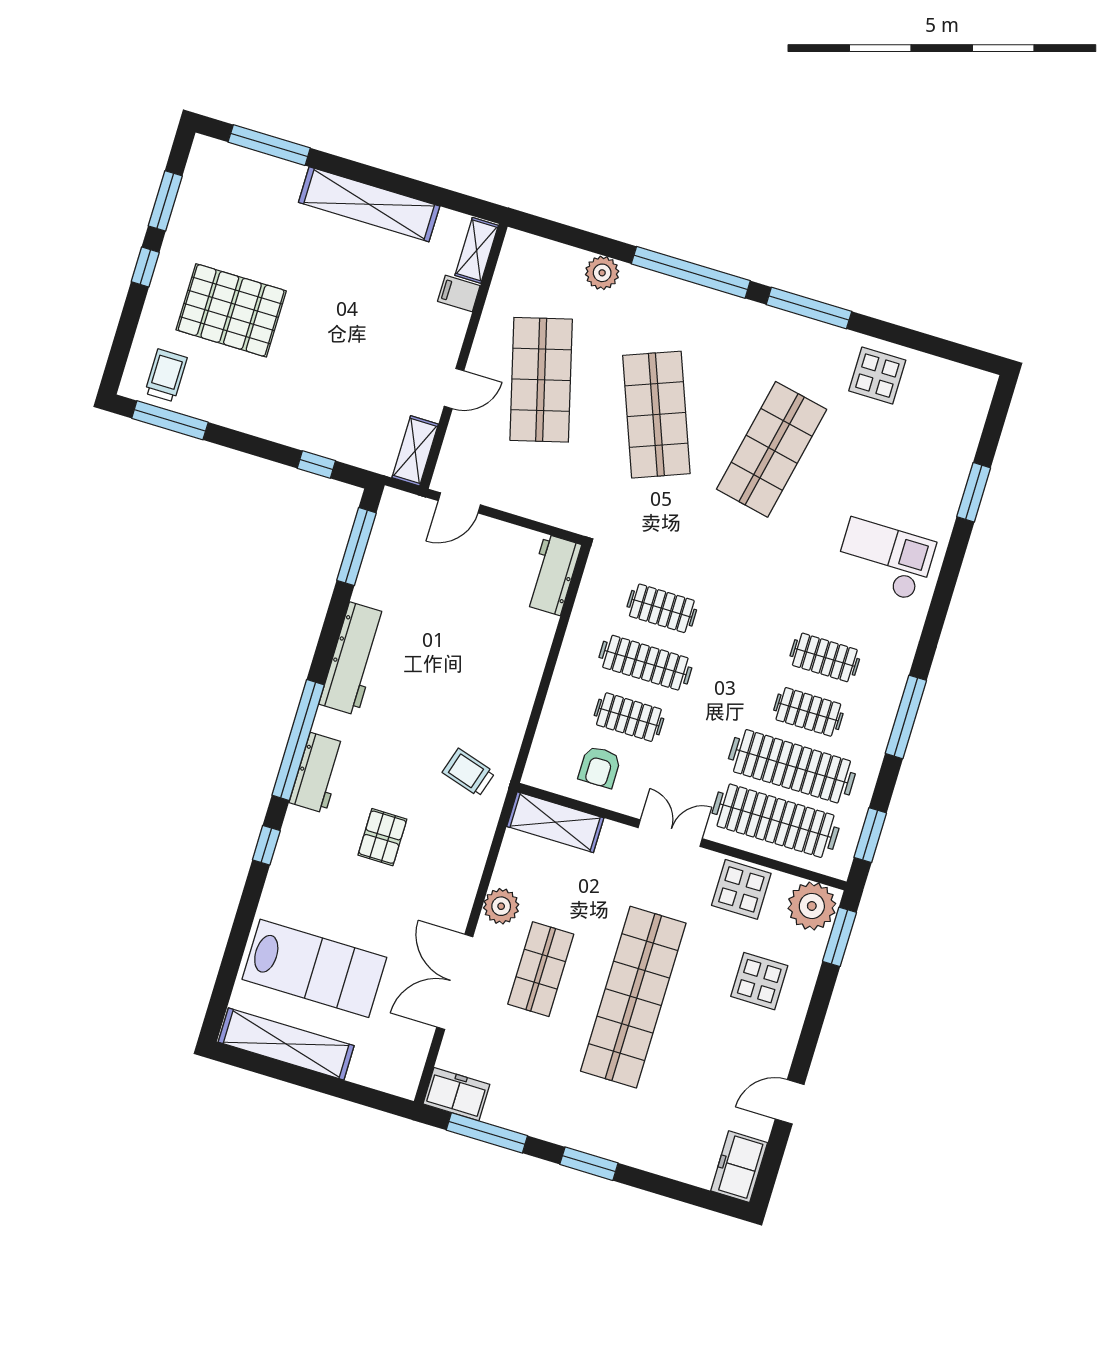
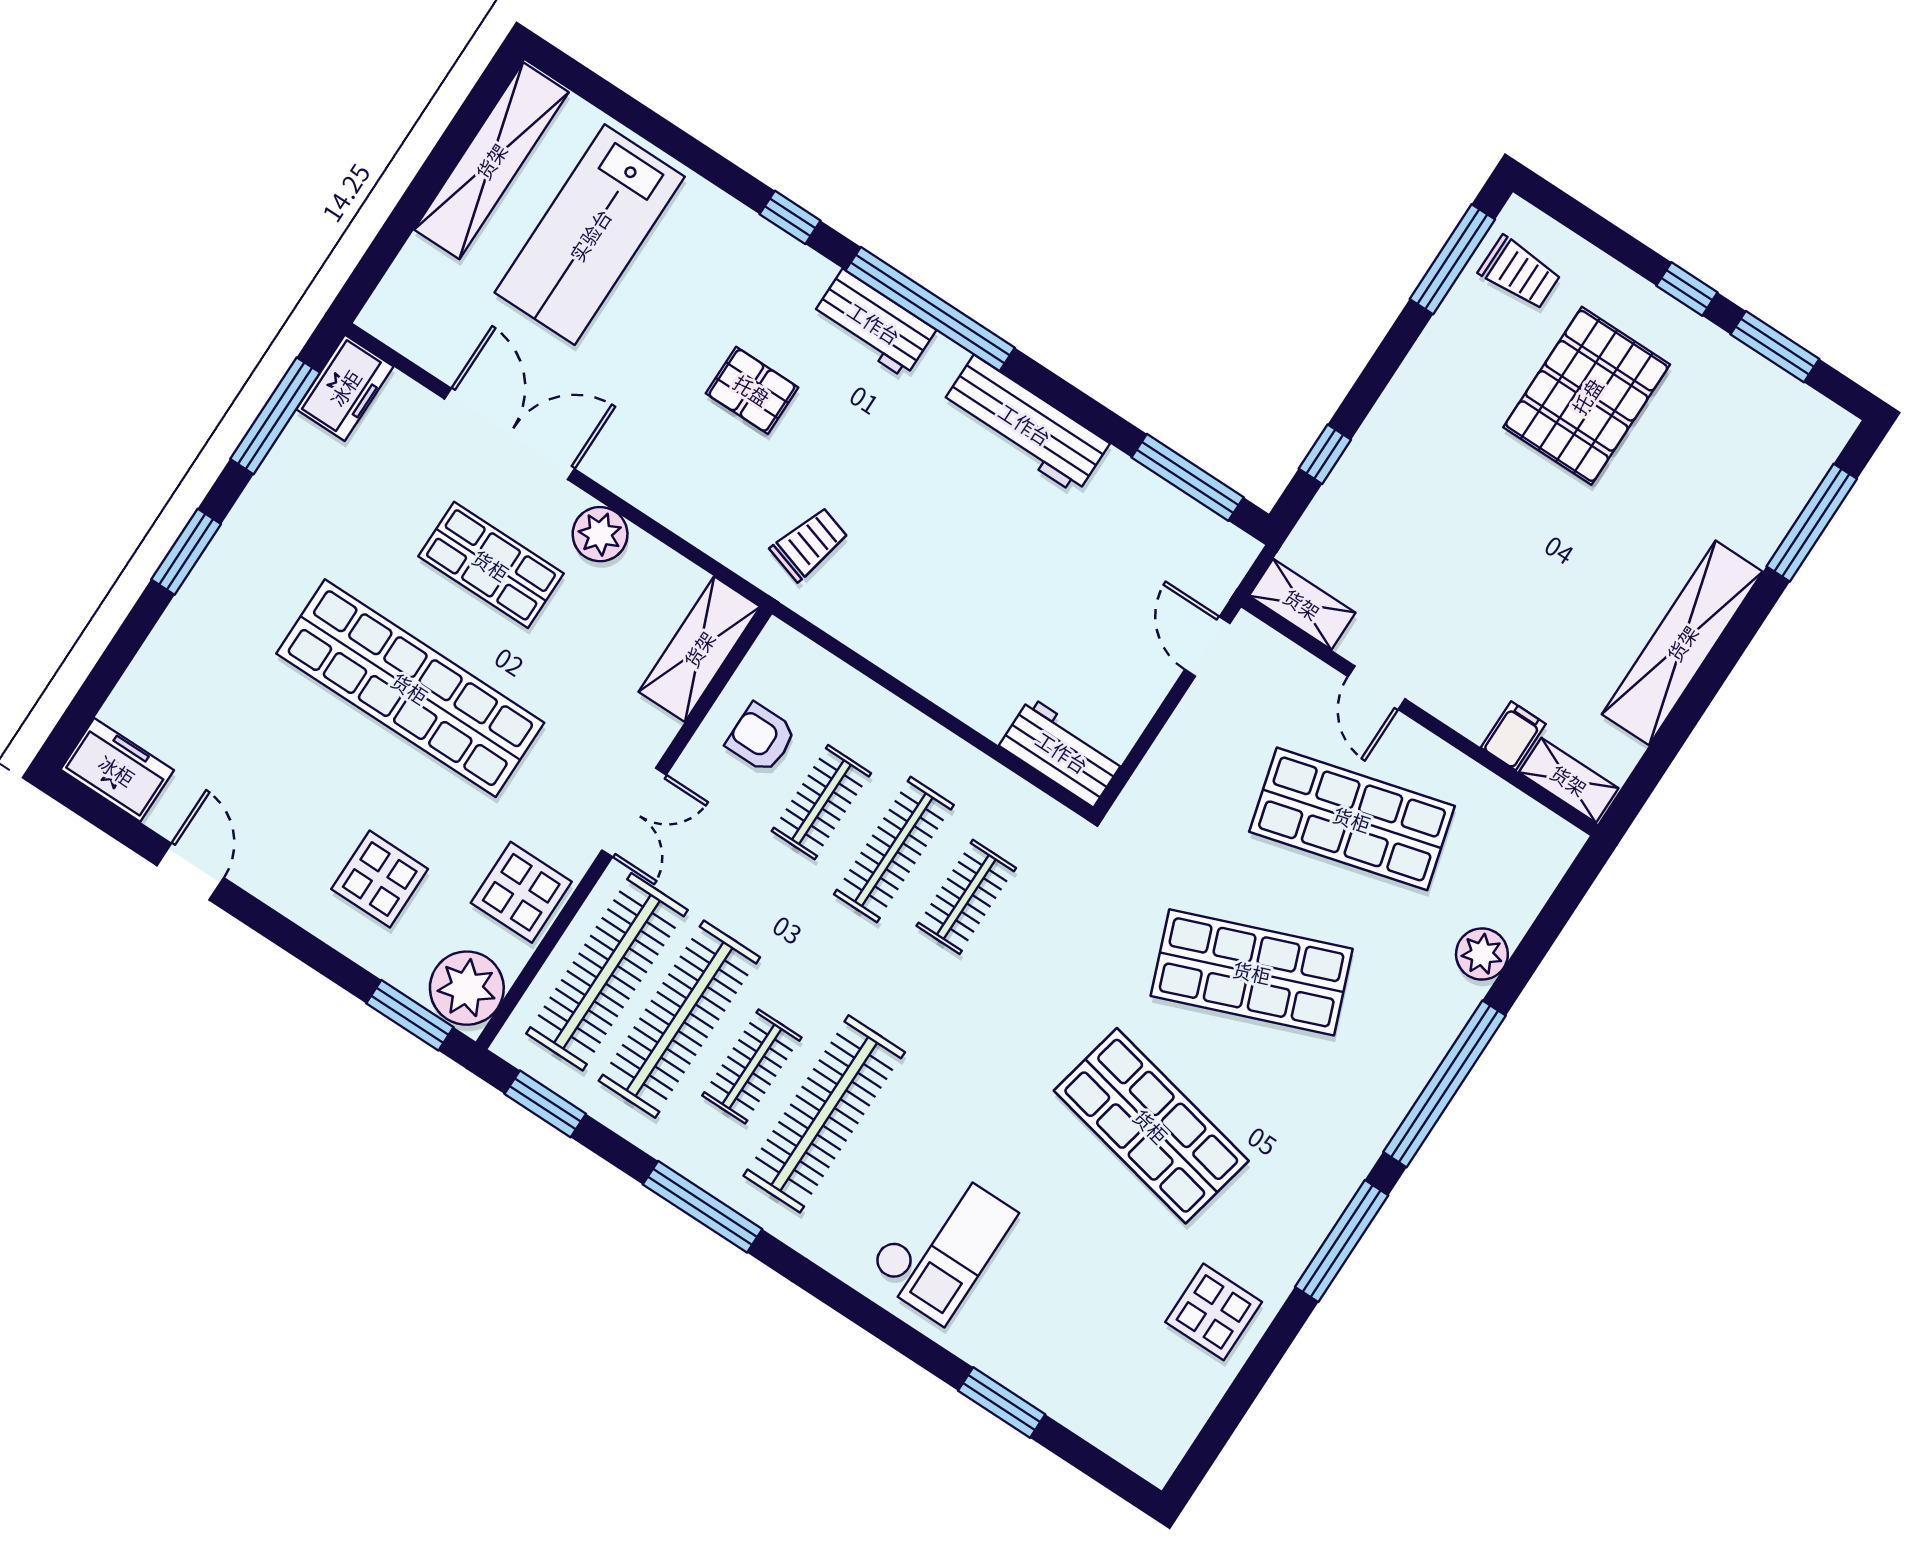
clothes rail: (825, 657) -> (824, 1114), width x1.86, depth x1.31

